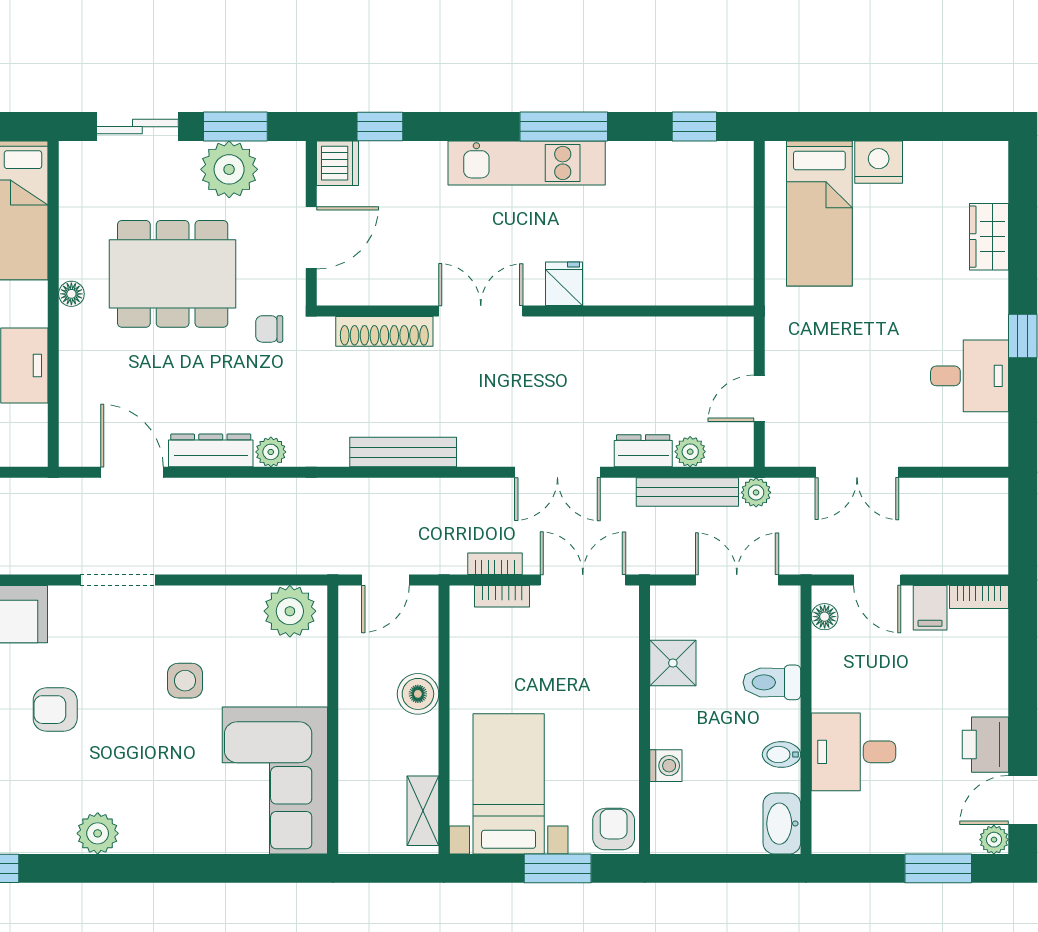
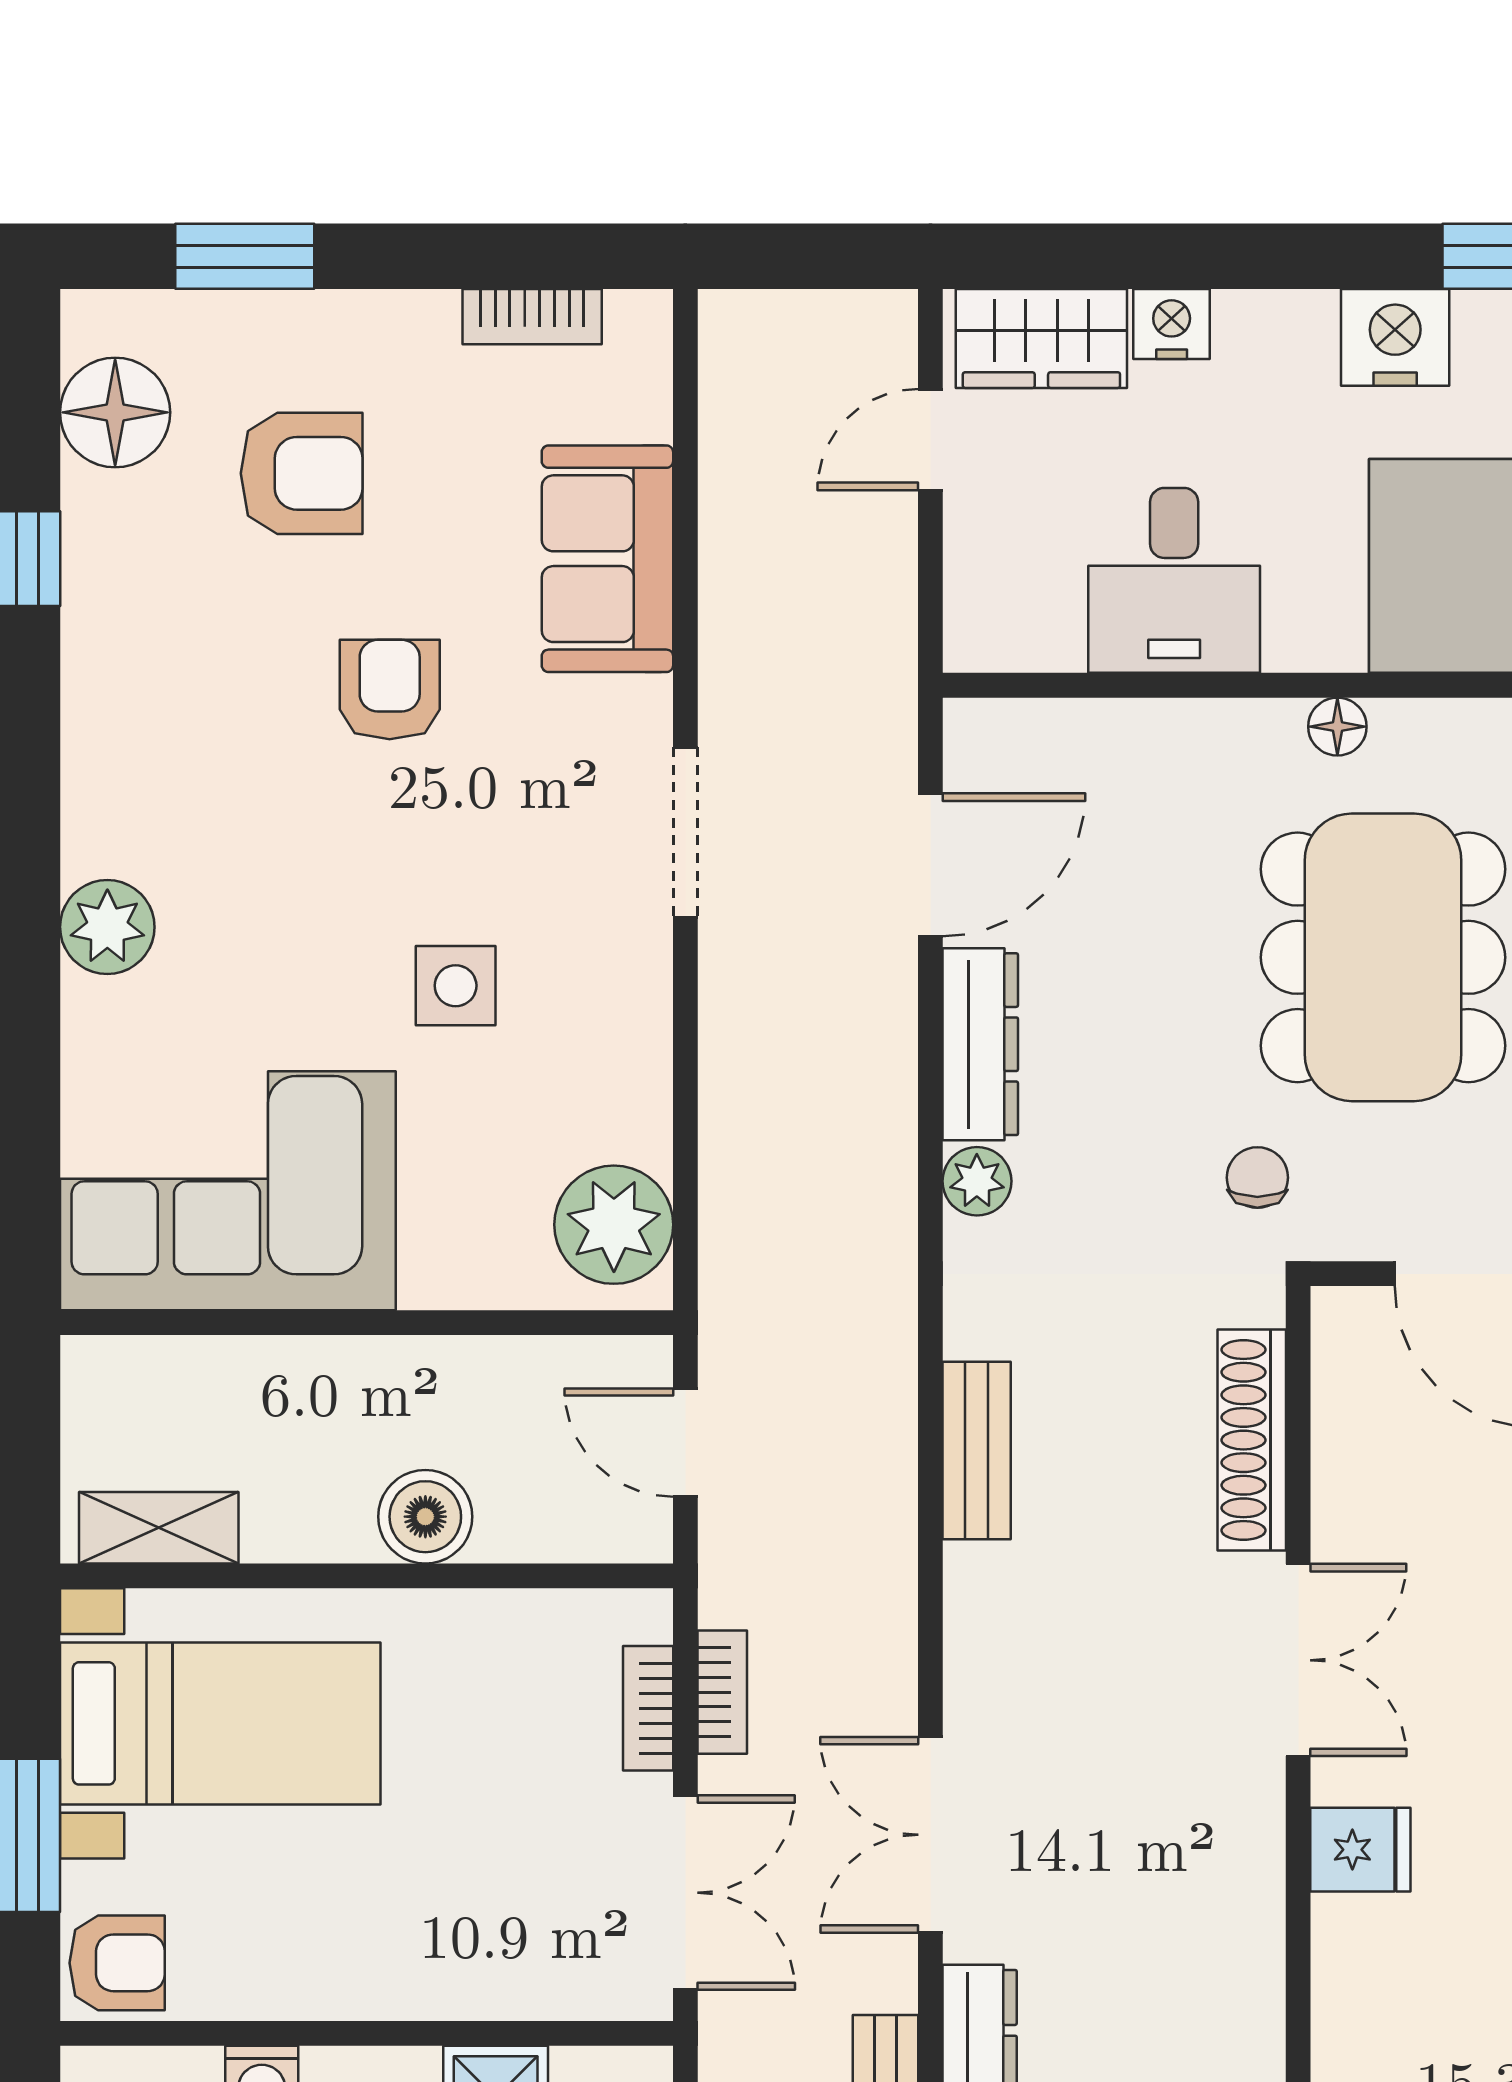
bench: (403, 452) -> (977, 1451), width x0.73
plant: (98, 833) -> (107, 927), moved

